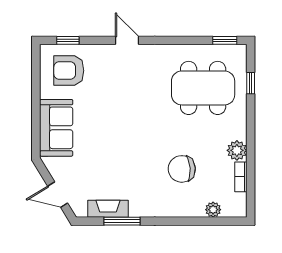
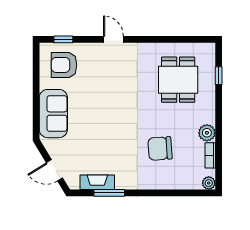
window: (225, 40) -> (197, 39), removed
dining table: (203, 88) -> (178, 80), width x0.73
plant: (213, 210) -> (209, 183), moved

